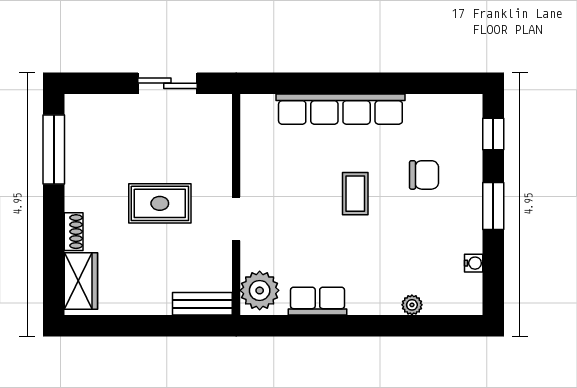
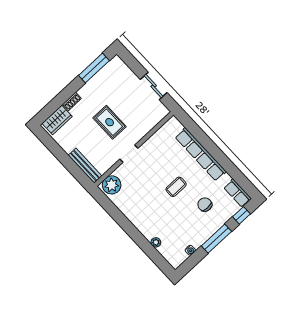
chair: (424, 175) -> (205, 205), turned 180
window: (493, 206) -> (216, 239), width x1.44
row of seats: (317, 301) -> (238, 193), moved, turned 180
bench: (202, 304) -> (85, 166), width x1.36

